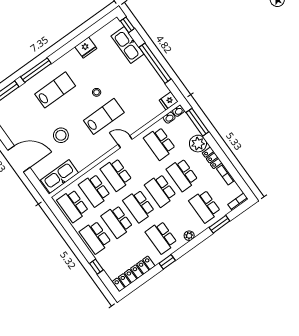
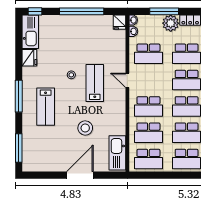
kitchen sink: (127, 45) -> (30, 32), moved, turned -90
window: (36, 70) -> (19, 96), moved
lab bench: (55, 90) -> (46, 107), turned 180
window: (197, 122) -> (164, 11), moved
door: (125, 142) -> (127, 80), hinge flipped

